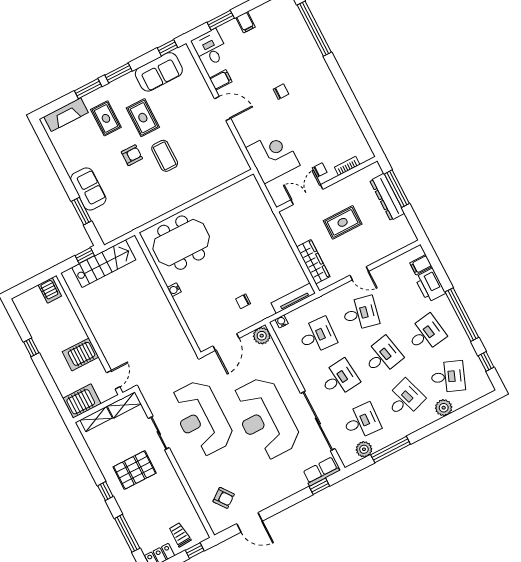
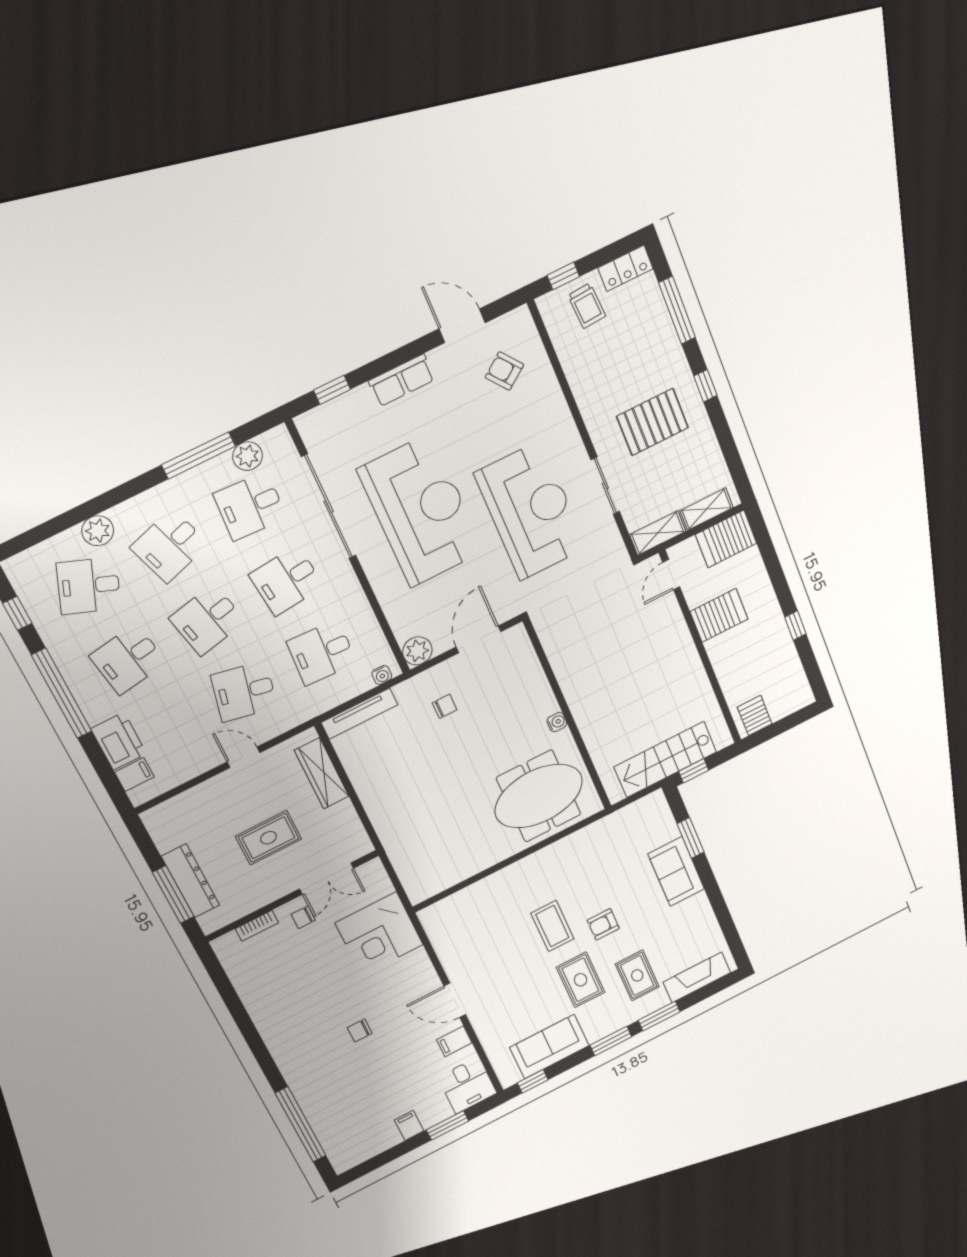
row of seats: (321, 471) -> (402, 380), moved

